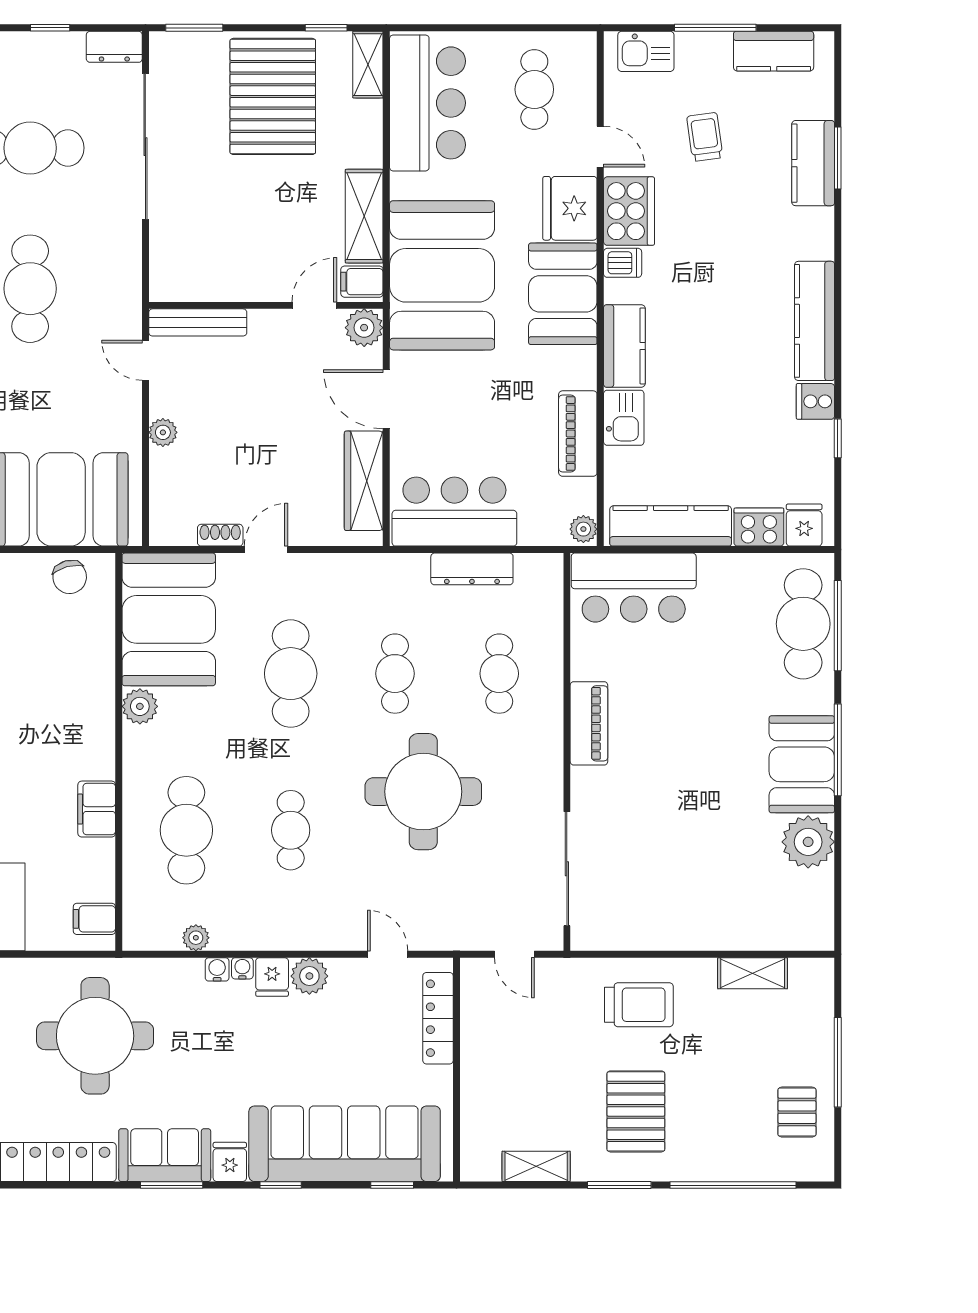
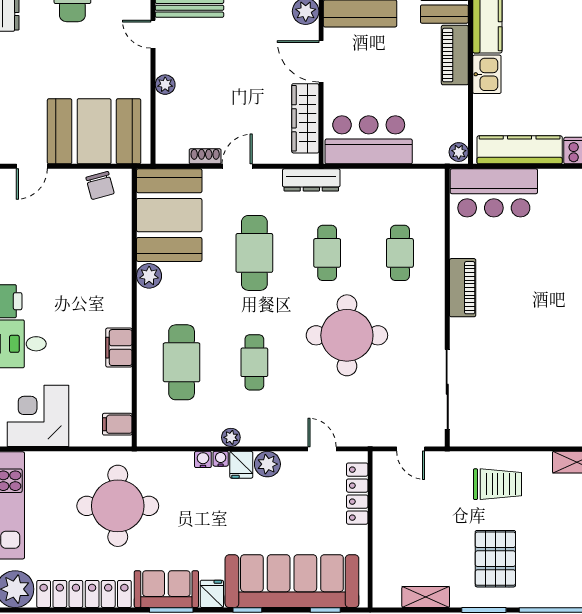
piano: (578, 434) -> (455, 55), moved
dresser: (472, 569) -> (311, 180), moved
plant: (196, 938) -> (231, 437), moved

